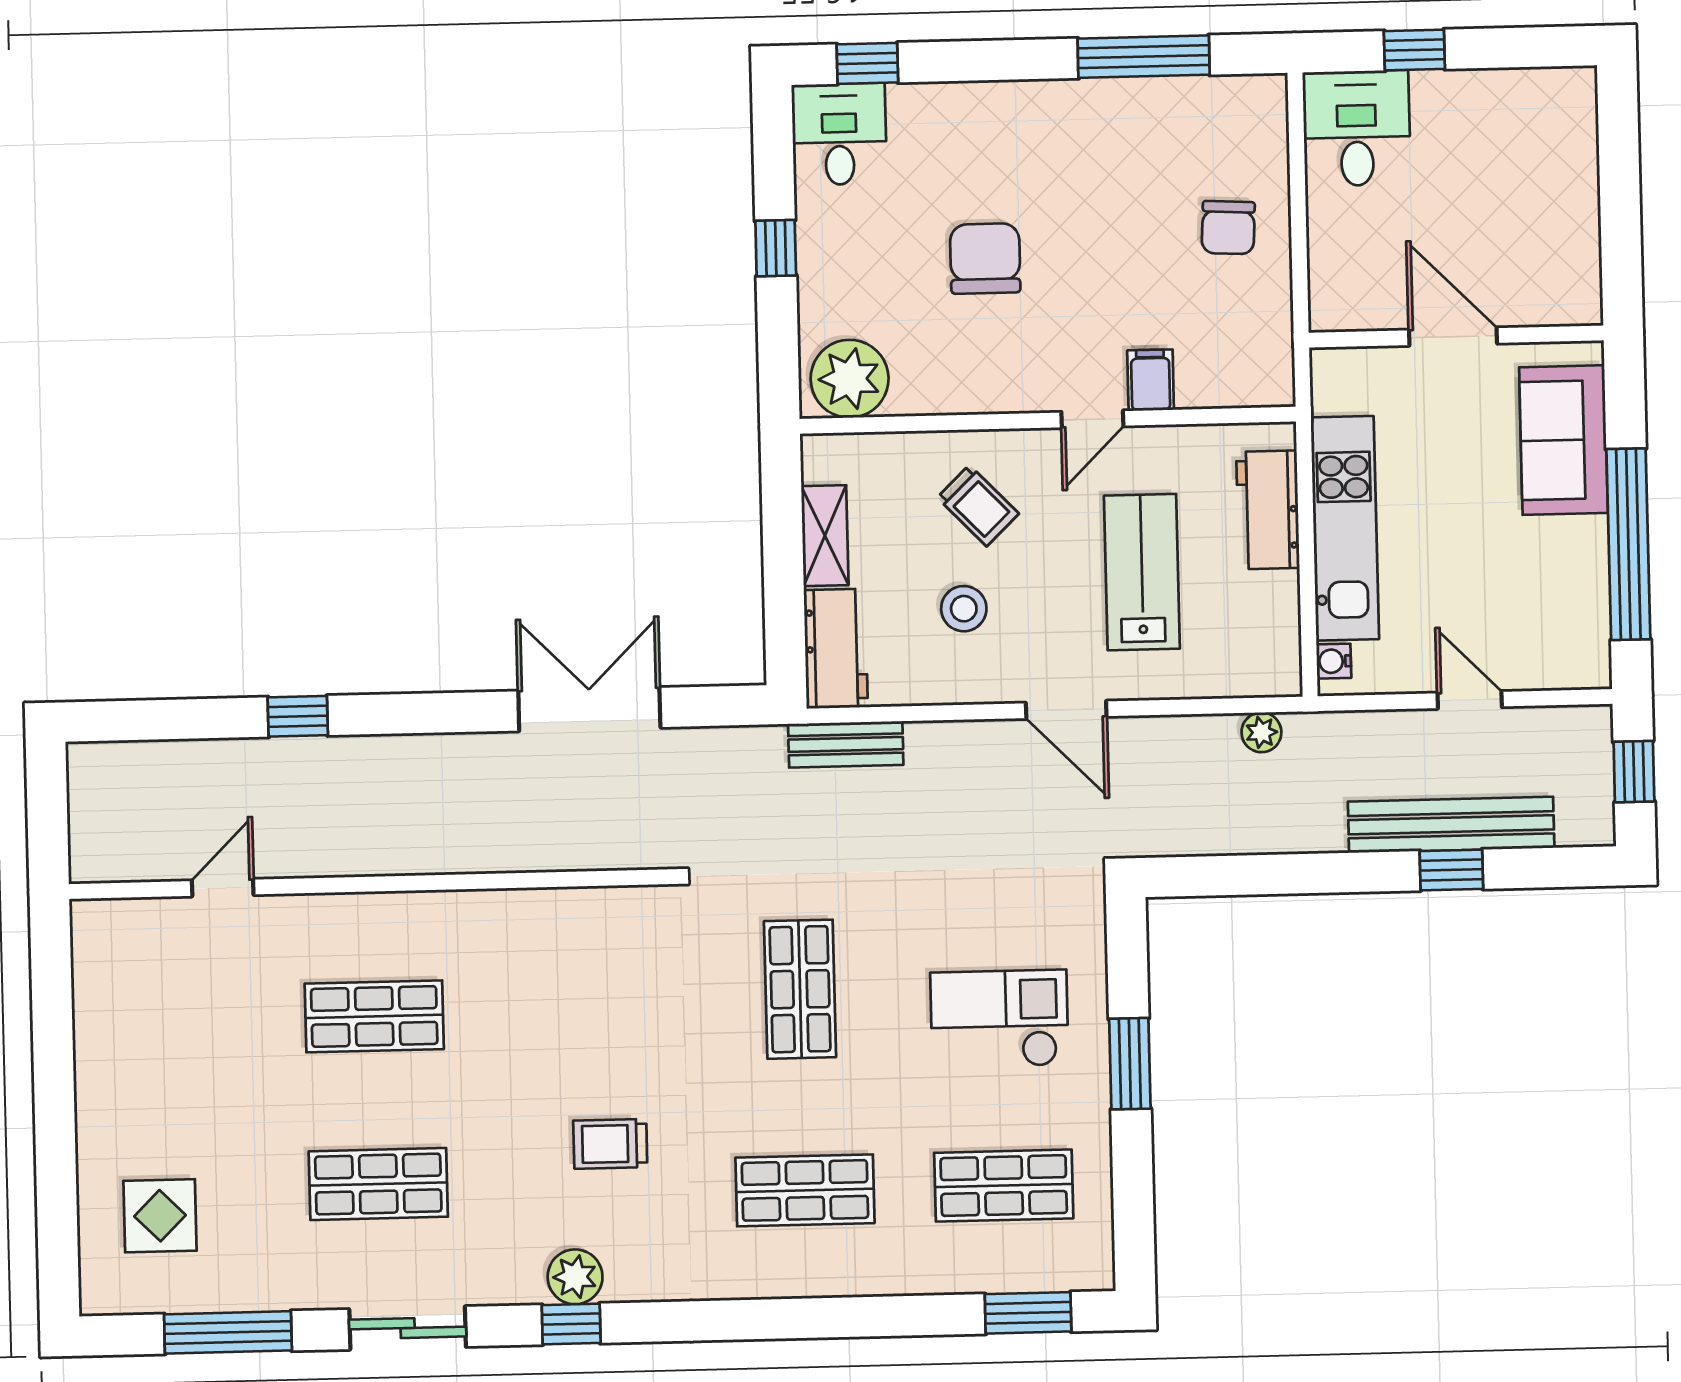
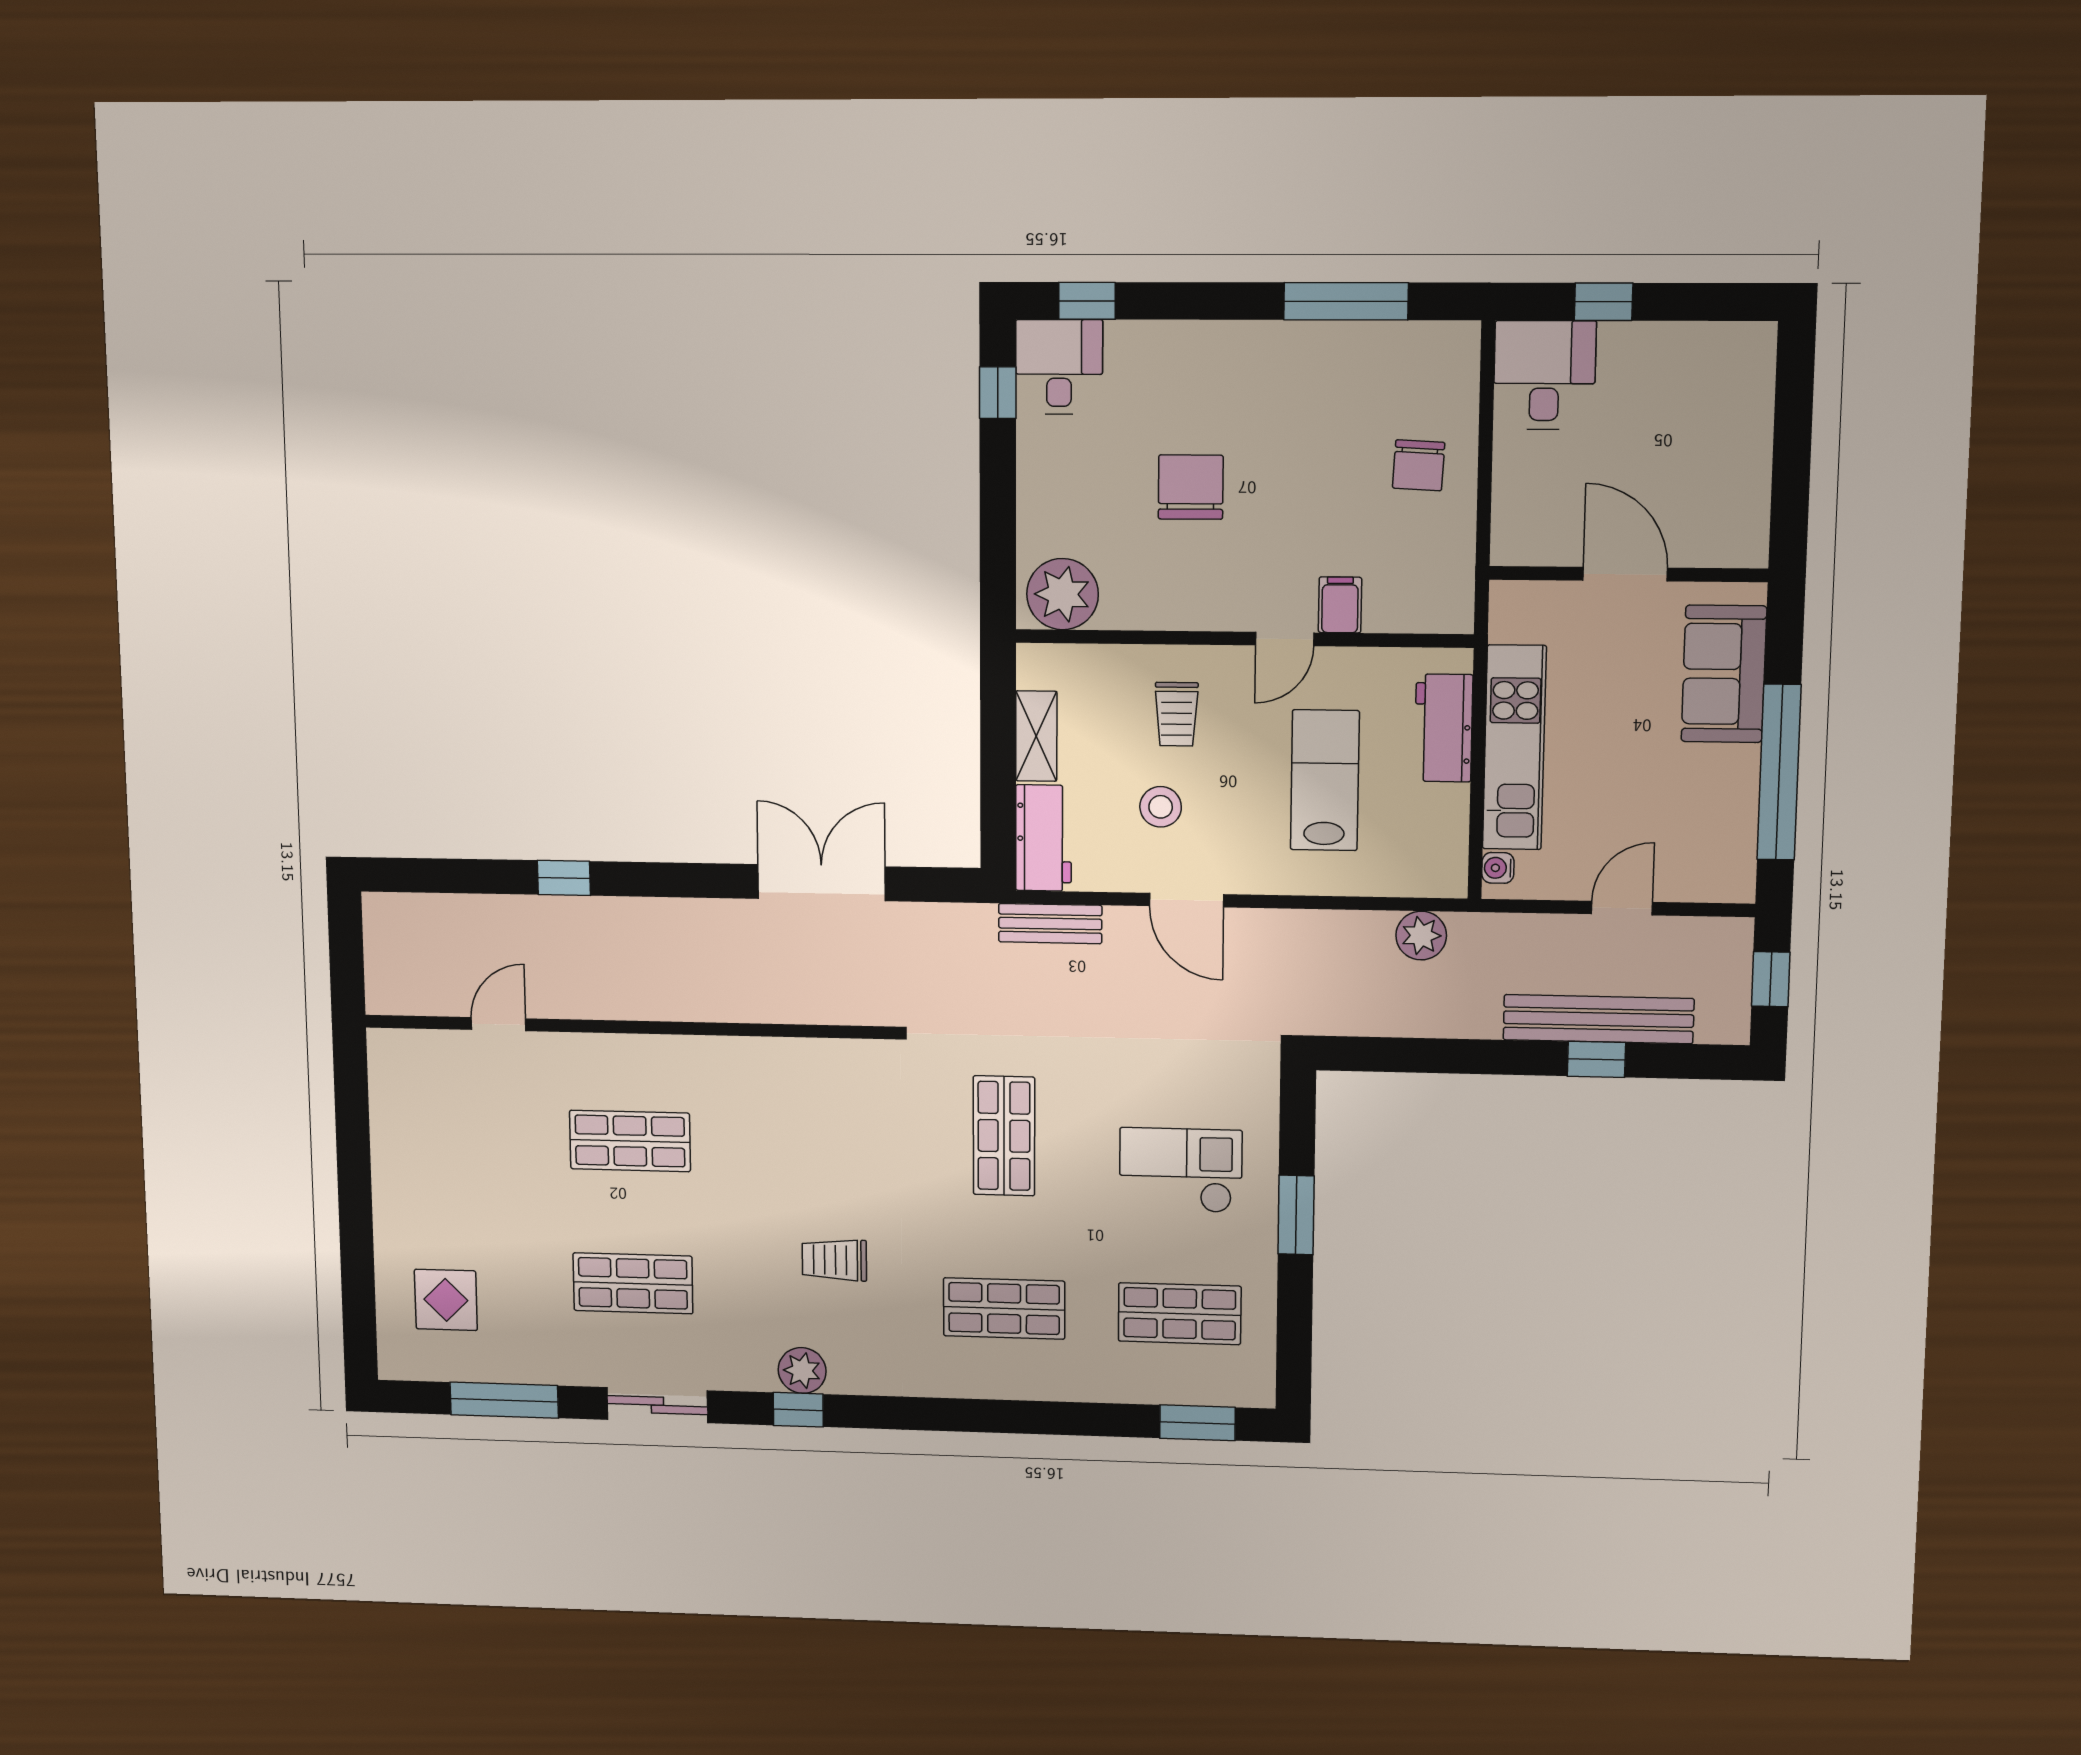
window: (776, 248) -> (998, 393), moved
trolley: (978, 506) -> (1177, 714), turned 44
door: (1470, 700) -> (1622, 908), hinge flipped
door: (1066, 710) -> (1186, 900), moved
plant: (1261, 732) -> (1421, 936), width x1.38, depth x1.38

